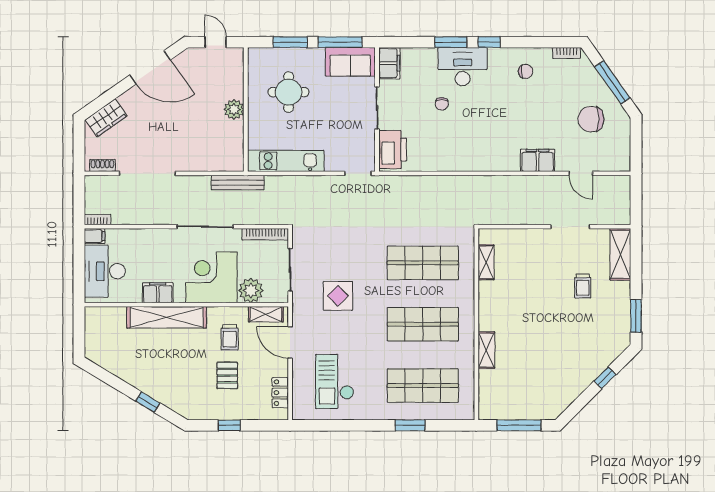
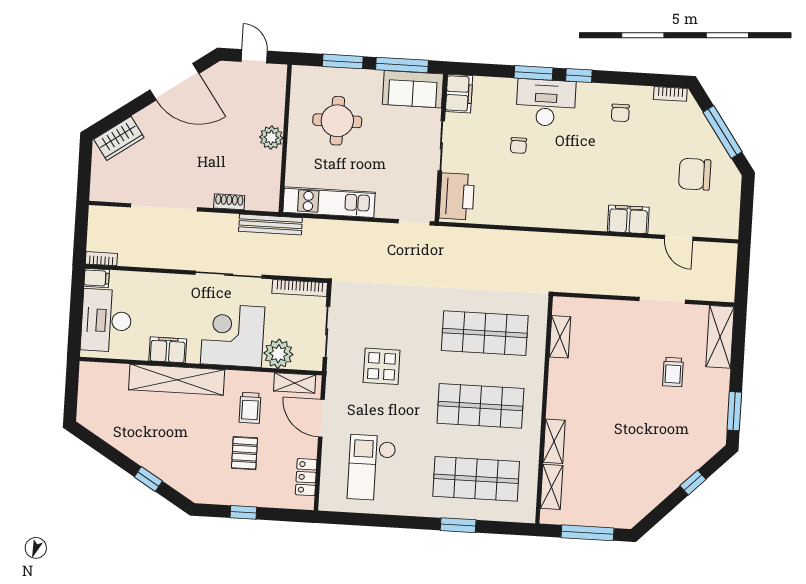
chair: (526, 71) -> (620, 113), turned 92
shoe rack: (102, 165) -> (229, 202), moved
shelving: (487, 389) -> (552, 487), added

